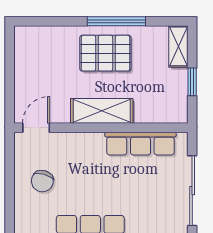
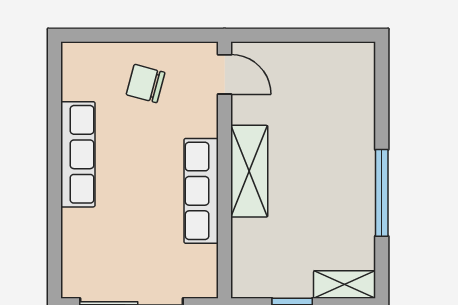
pallet: (105, 53) -> (335, 177), removed
row of seats: (140, 144) -> (201, 191), moved

